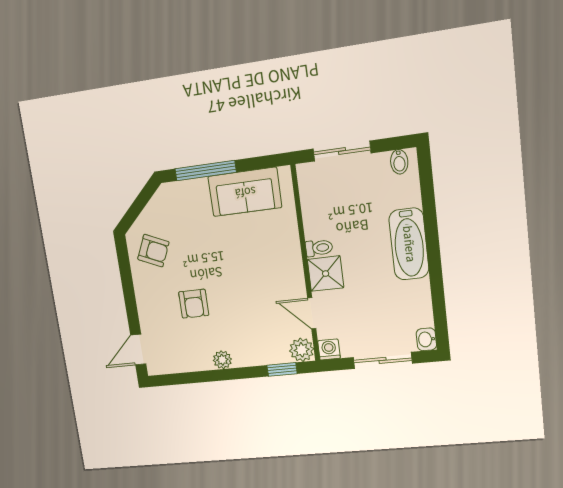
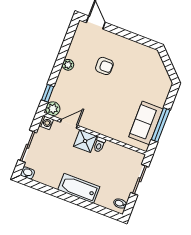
window: (205, 171) -> (161, 125), moved
armchair: (153, 251) -> (142, 60), removed
armchair: (194, 304) -> (104, 66), turned 180

